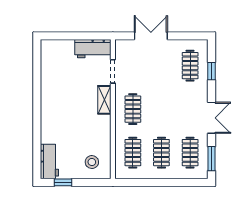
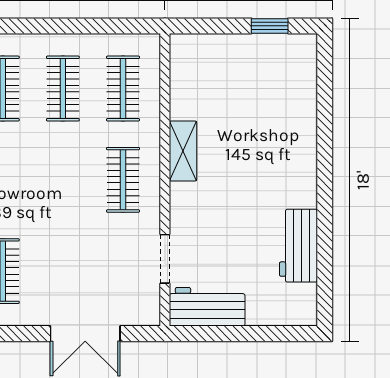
shelving: (104, 100) -> (183, 151), moved
workbench: (49, 161) -> (298, 246), moved
stool: (92, 162) -> (209, 69), removed

